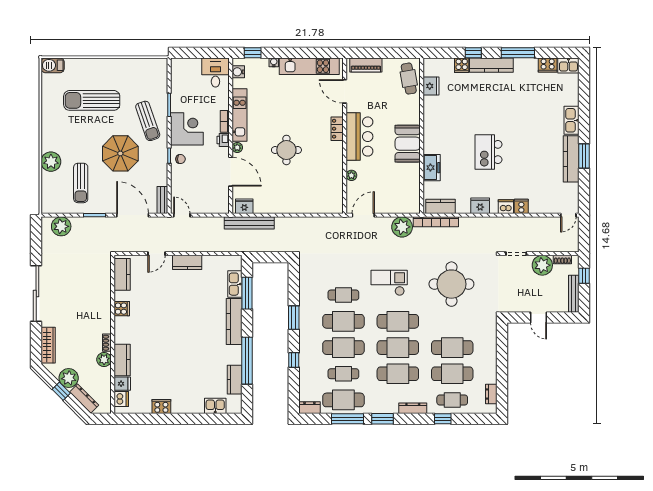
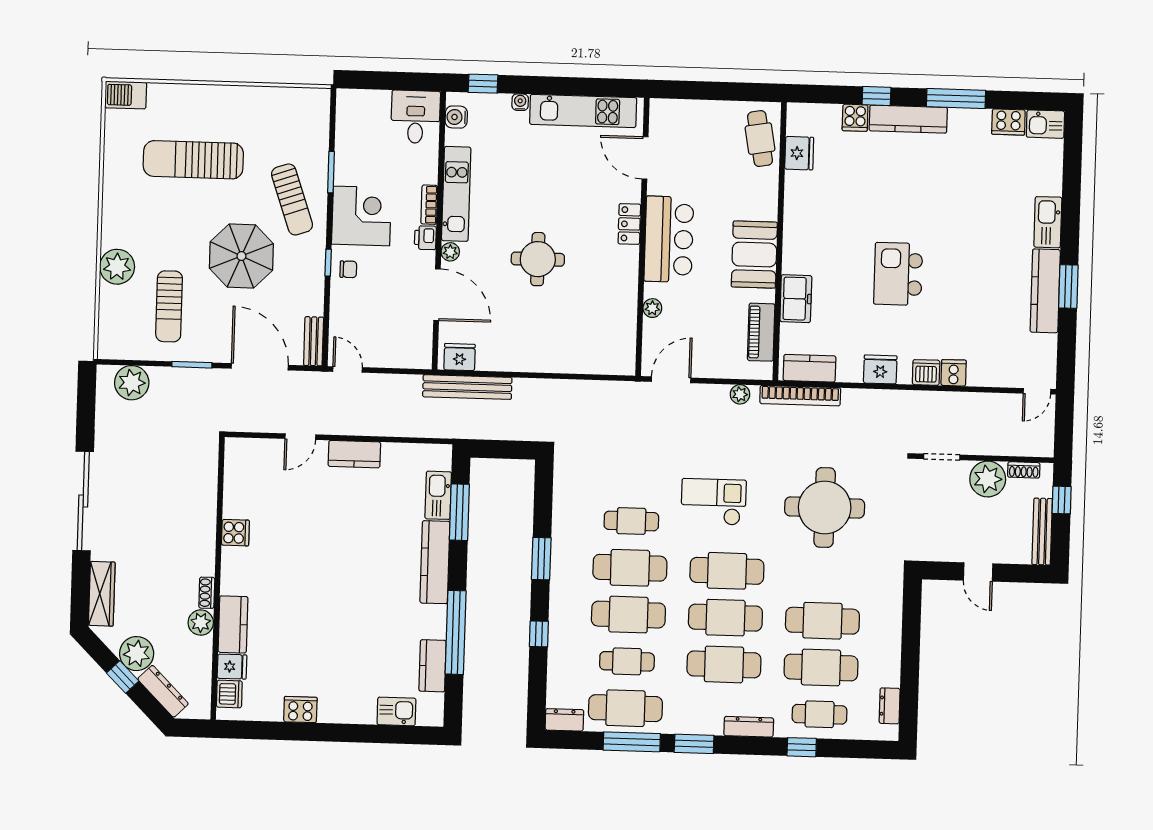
piano: (366, 65) -> (761, 332), moved, turned 90
plant: (402, 227) -> (740, 394), width x0.53, depth x0.53
kitchen counter: (122, 274) -> (238, 472), removed

